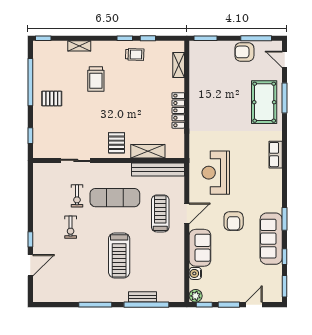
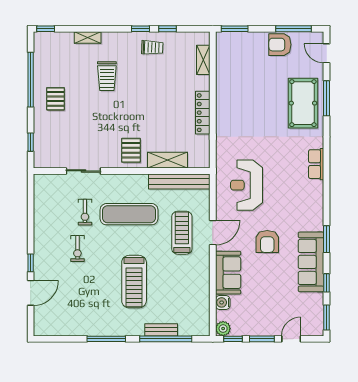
pallet: (52, 99) -> (56, 99), turned 90

